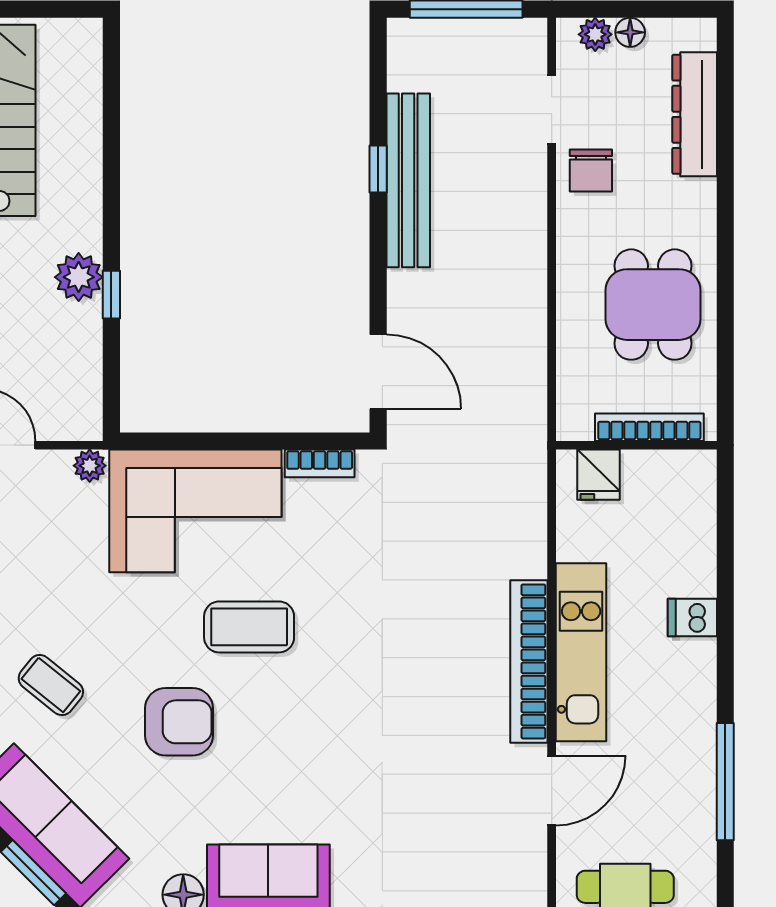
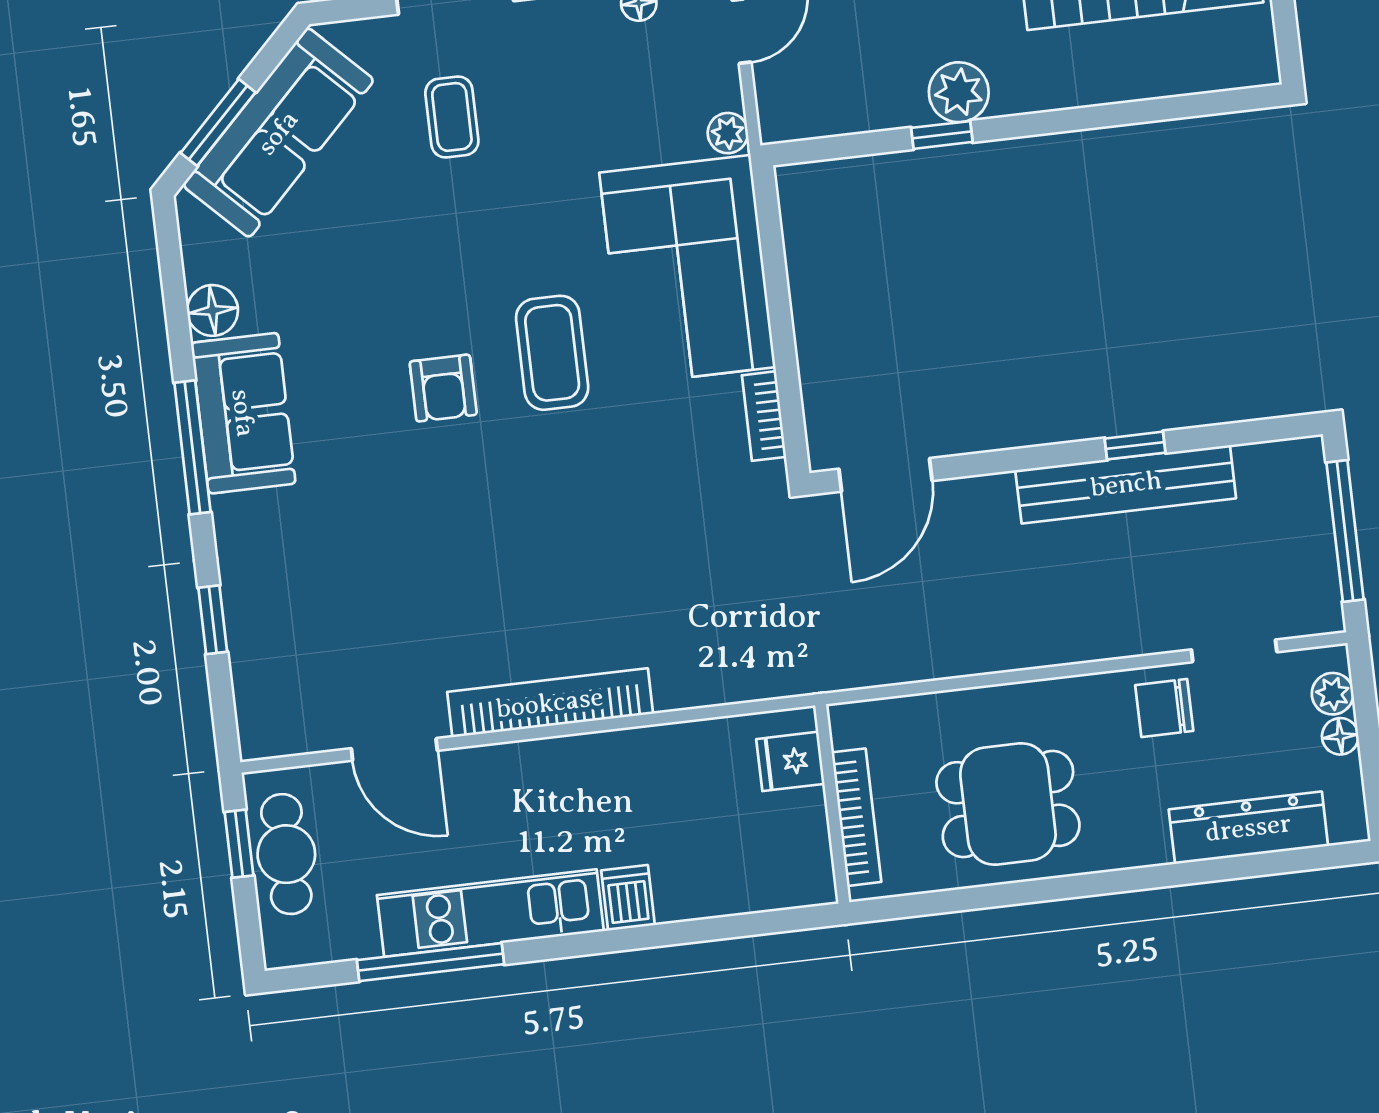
kitchen unit: (581, 652) -> (490, 913), moved, turned 180
coffee table: (51, 685) -> (452, 117), turned -39
armchair: (179, 722) -> (443, 388), moved, width x0.72, depth x0.72

